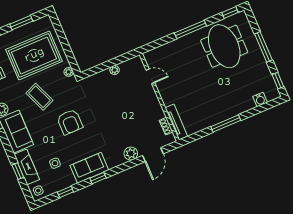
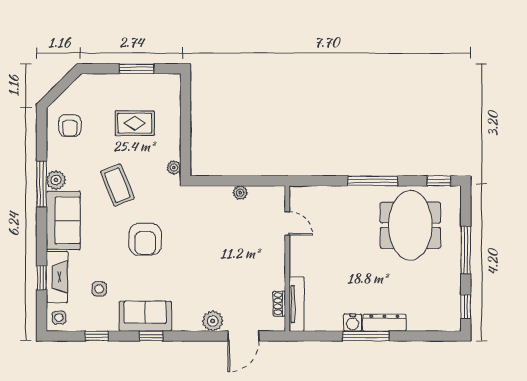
rug: (34, 55) -> (135, 123), width x0.54, depth x0.49
water cooler: (260, 99) -> (353, 323), moved
dresser: (234, 111) -> (384, 323), added

